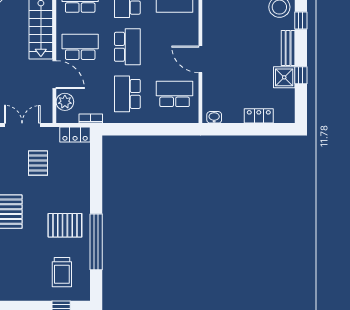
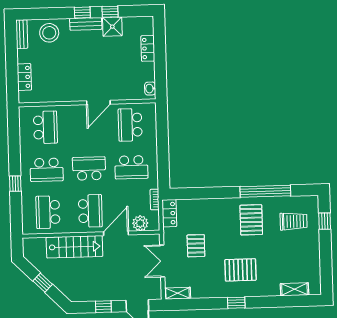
window: (301, 20) -> (82, 13), moved
school desk: (80, 47) -> (90, 211), turned 180
pallet: (38, 163) -> (196, 246), turned 90

